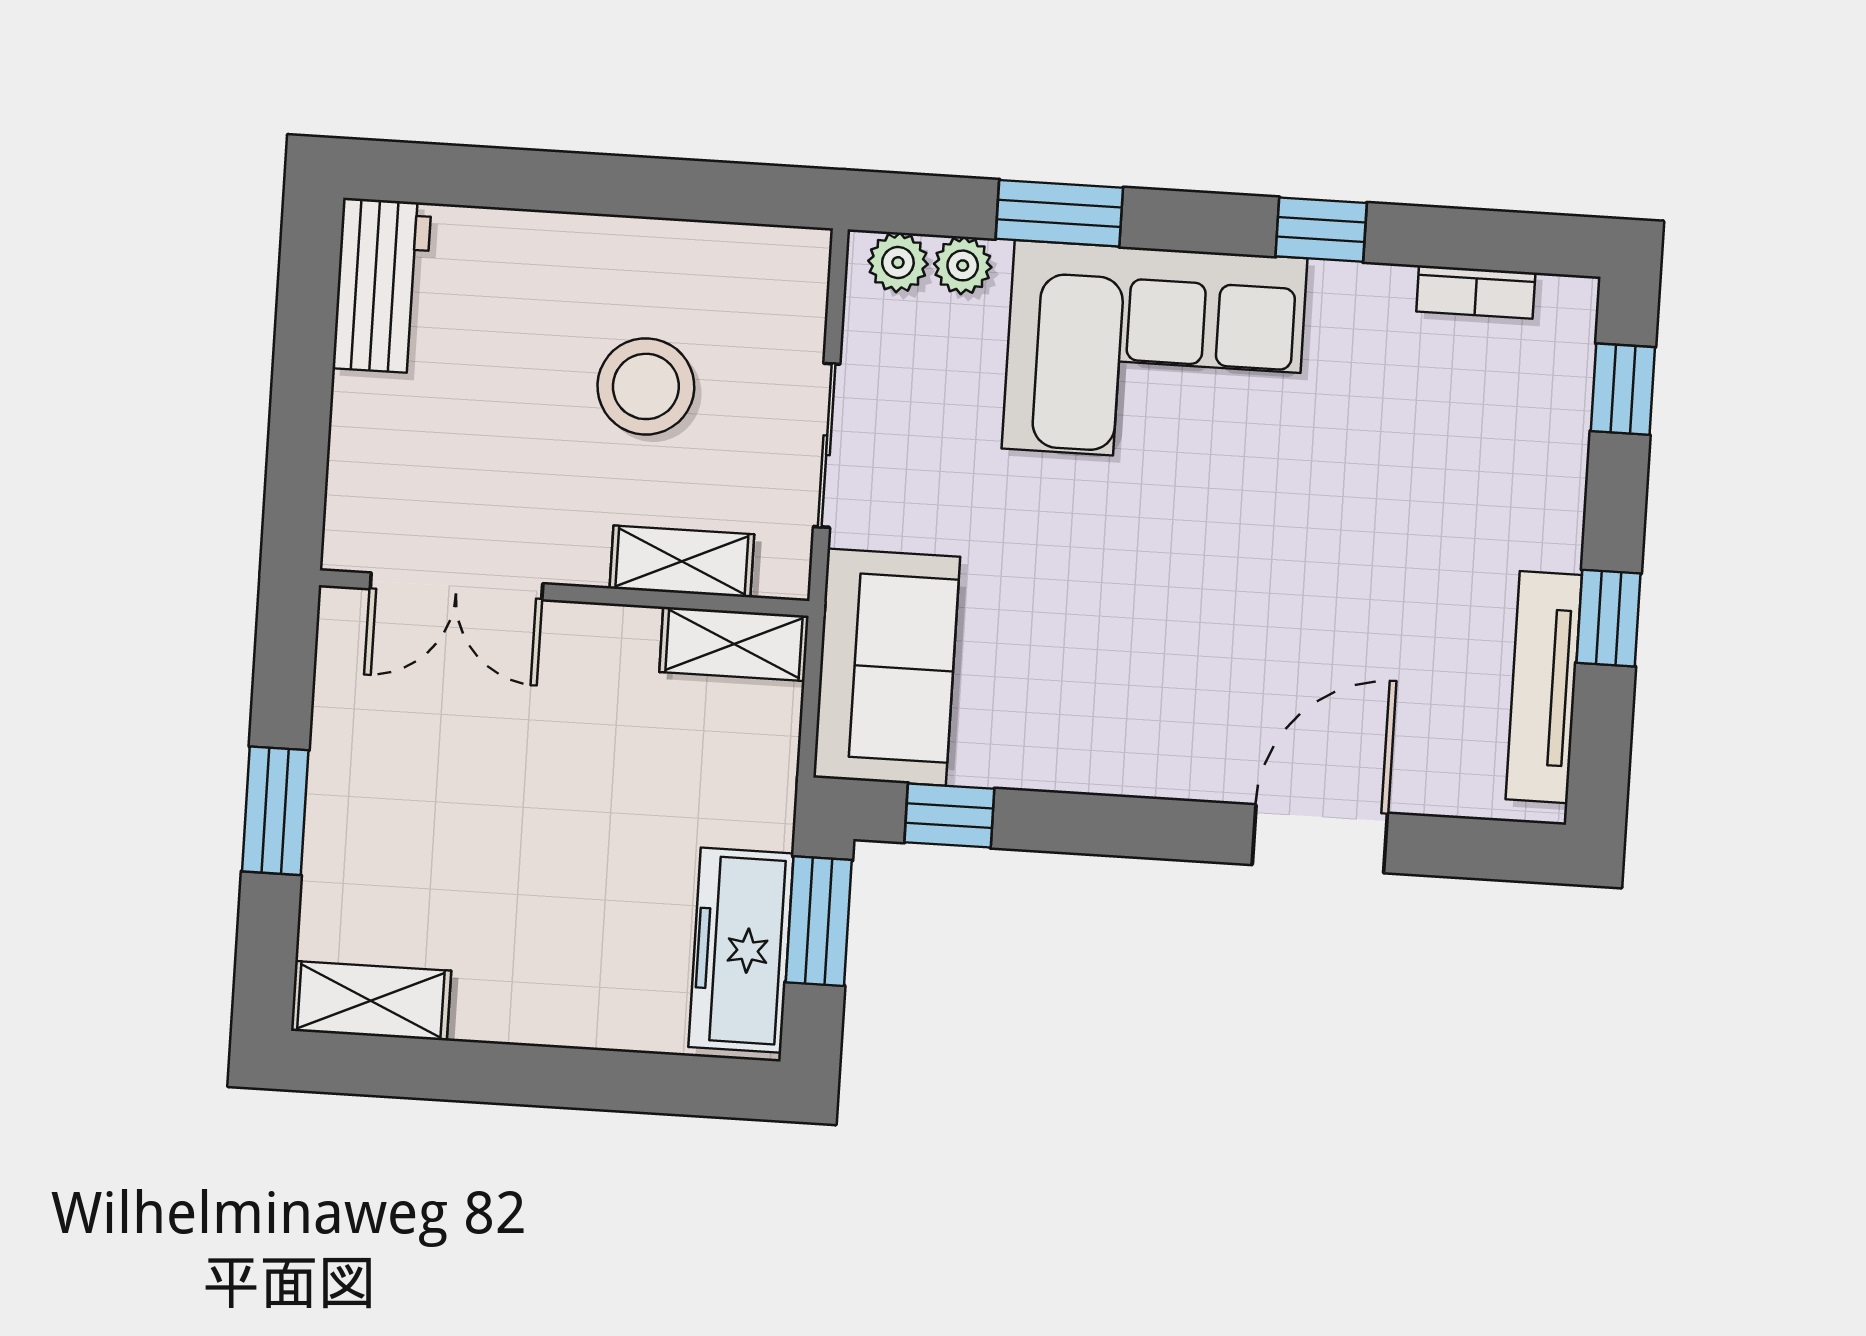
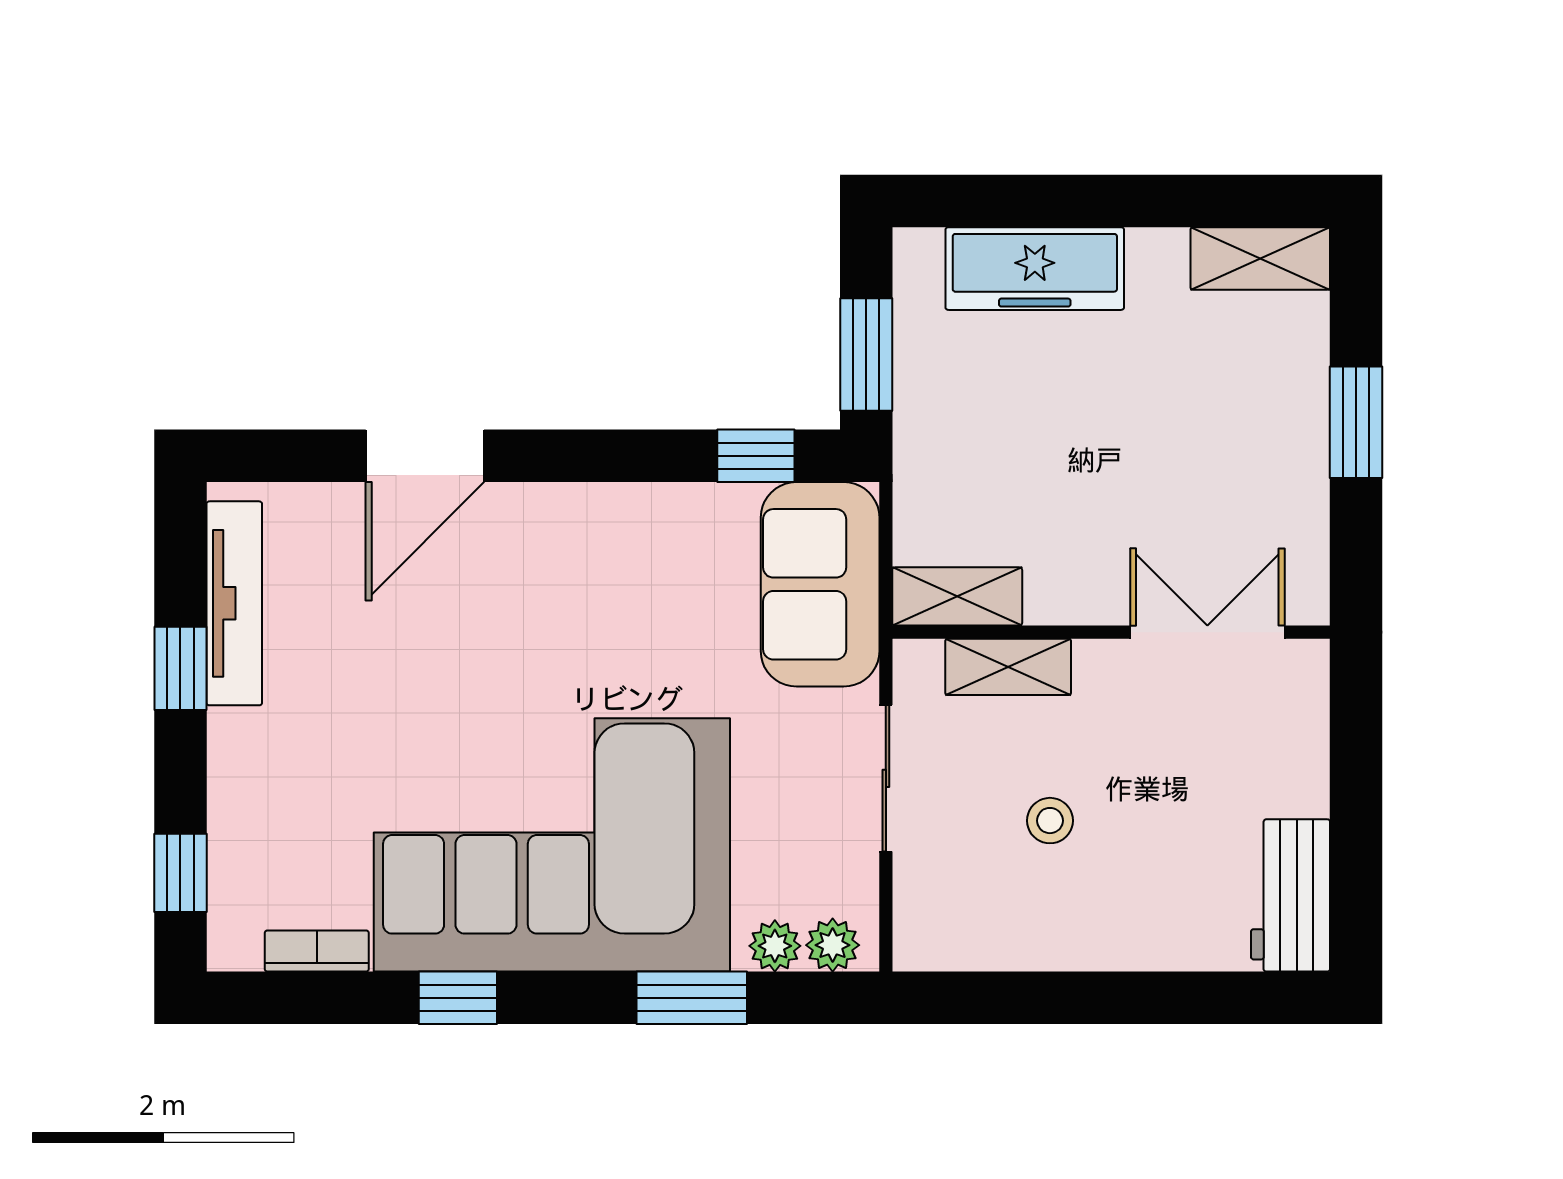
corner sofa: (1155, 353) -> (552, 845), width x1.36, depth x1.36
stool: (646, 386) -> (1050, 821), width x0.53, depth x0.53
freezer: (741, 950) -> (1035, 269), moved, turned 90

